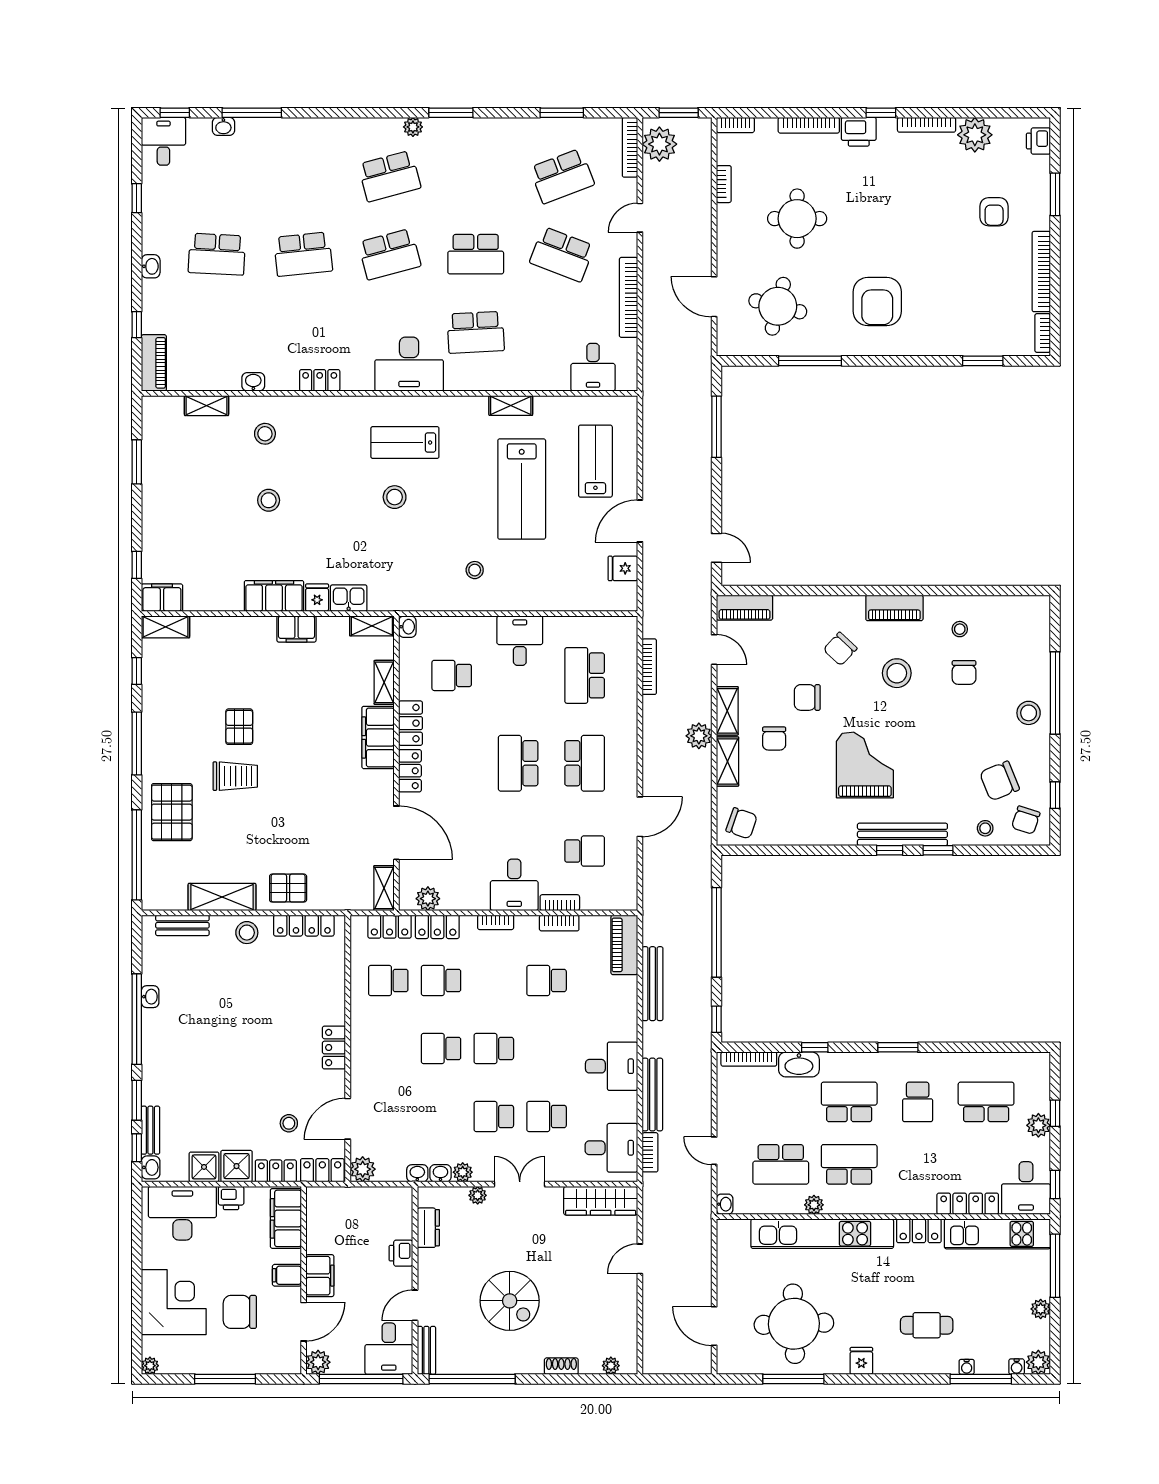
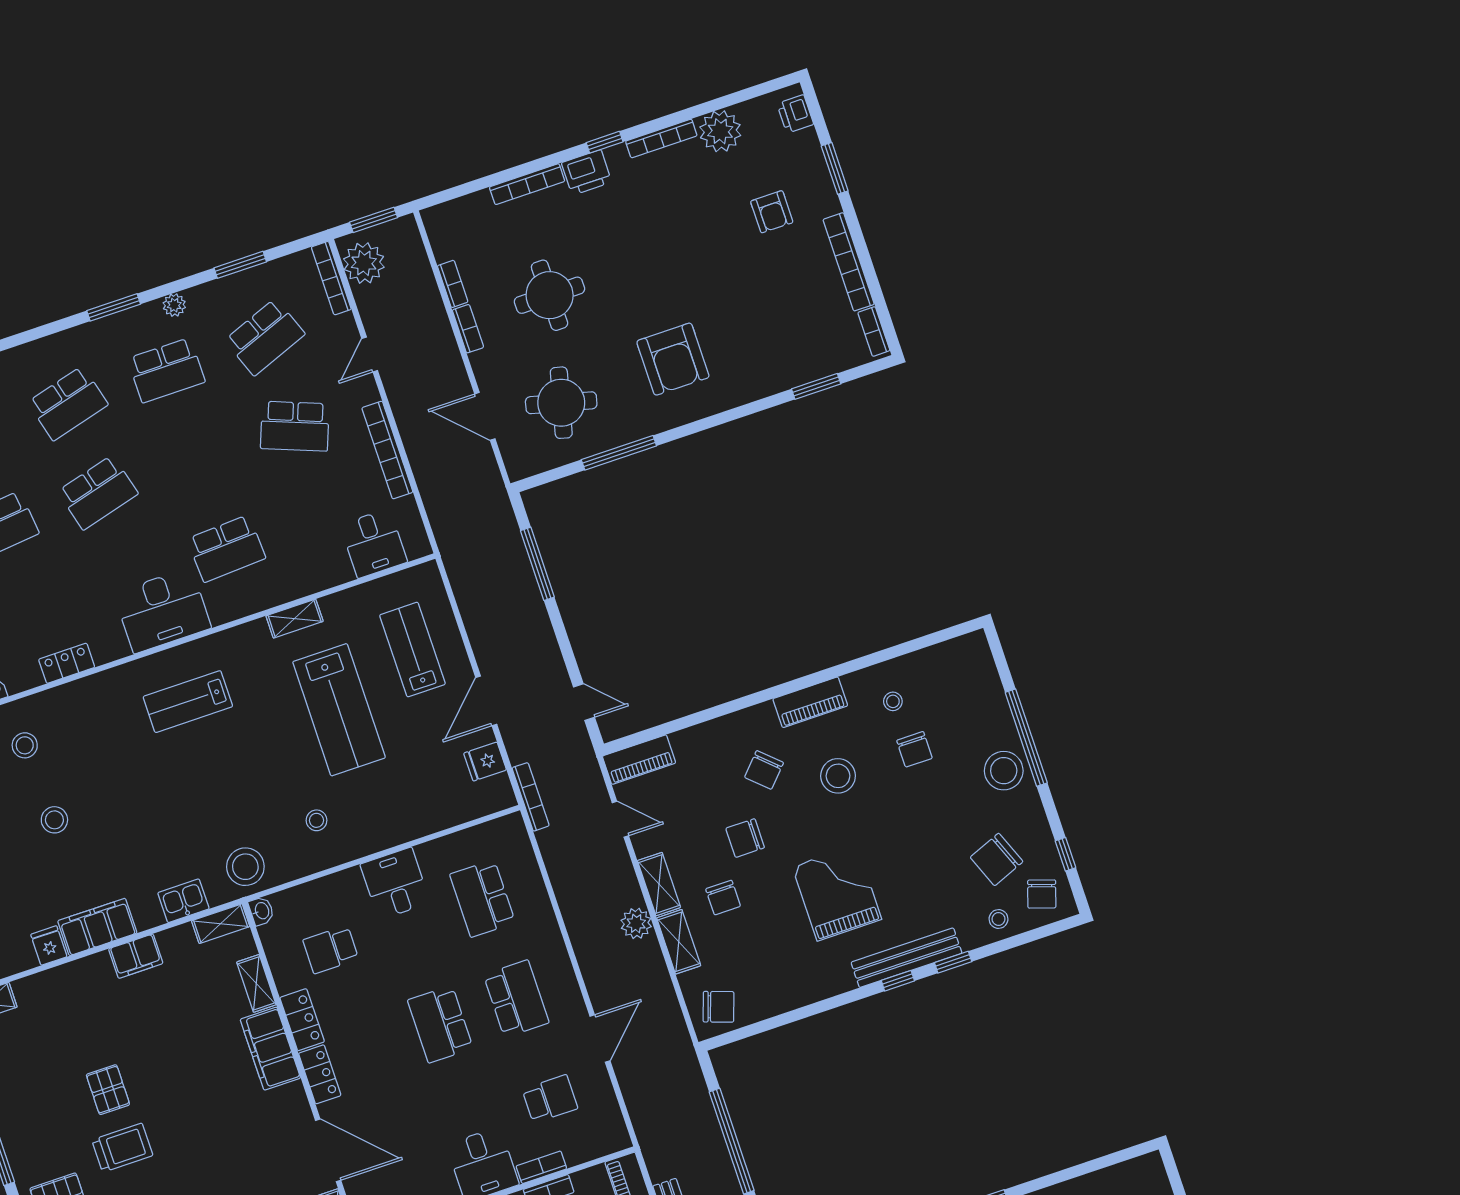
bookcase: (735, 125) -> (468, 329), moved, turned -90
plant: (413, 127) -> (174, 305), moved
school desk: (476, 254) -> (166, 370), moved
stool: (395, 497) -> (245, 867), moved, width x1.38, depth x1.38
fridge: (317, 598) -> (49, 945), moved
bookcase: (649, 667) -> (531, 797), moved
stool: (1029, 713) -> (1004, 771), width x1.38, depth x1.38

